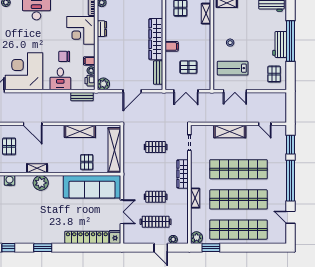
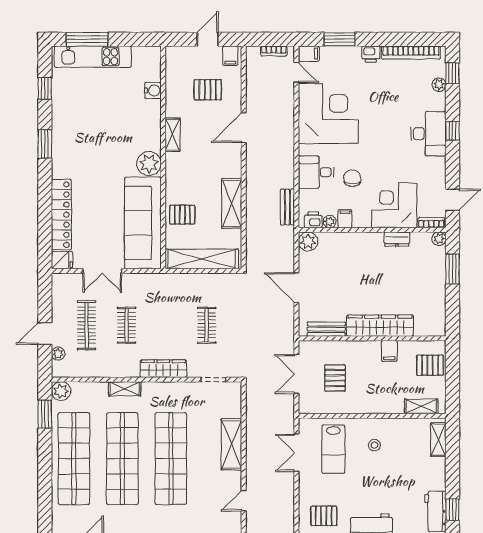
filing cabinet: (172, 46) -> (389, 351), moved
lab bench: (233, 68) -> (333, 449), turned 180
plant: (41, 183) -> (149, 164), moved

